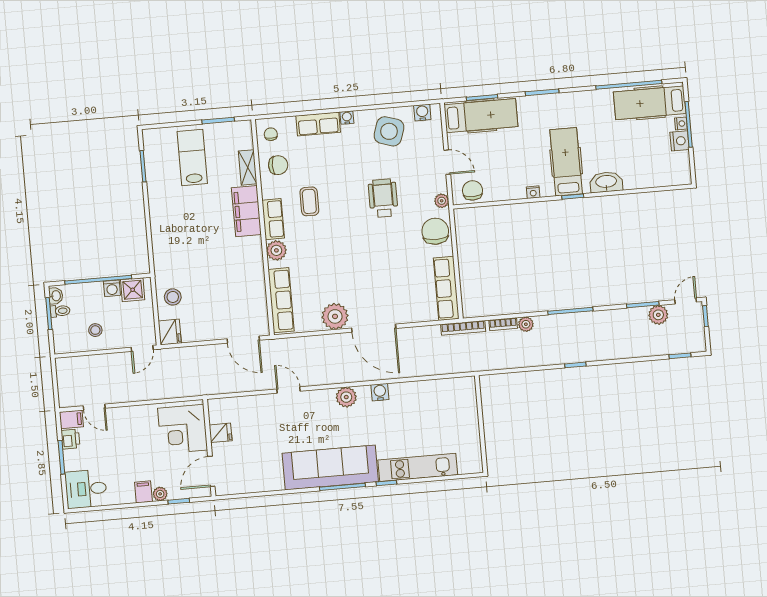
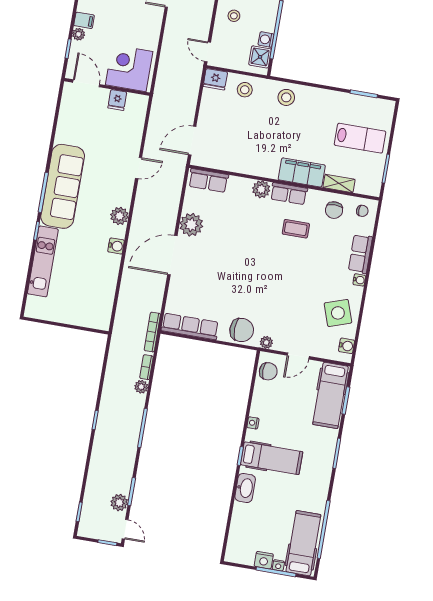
side table: (389, 131) -> (338, 313), turned -37
wheelchair: (383, 198) -> (282, 293), removed
stool: (169, 250) -> (286, 97), added
row of seats: (281, 300) -> (208, 180), width x0.68

